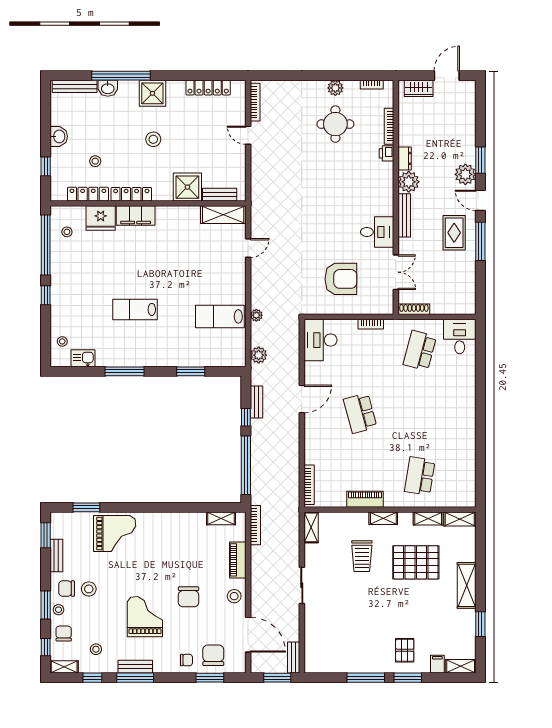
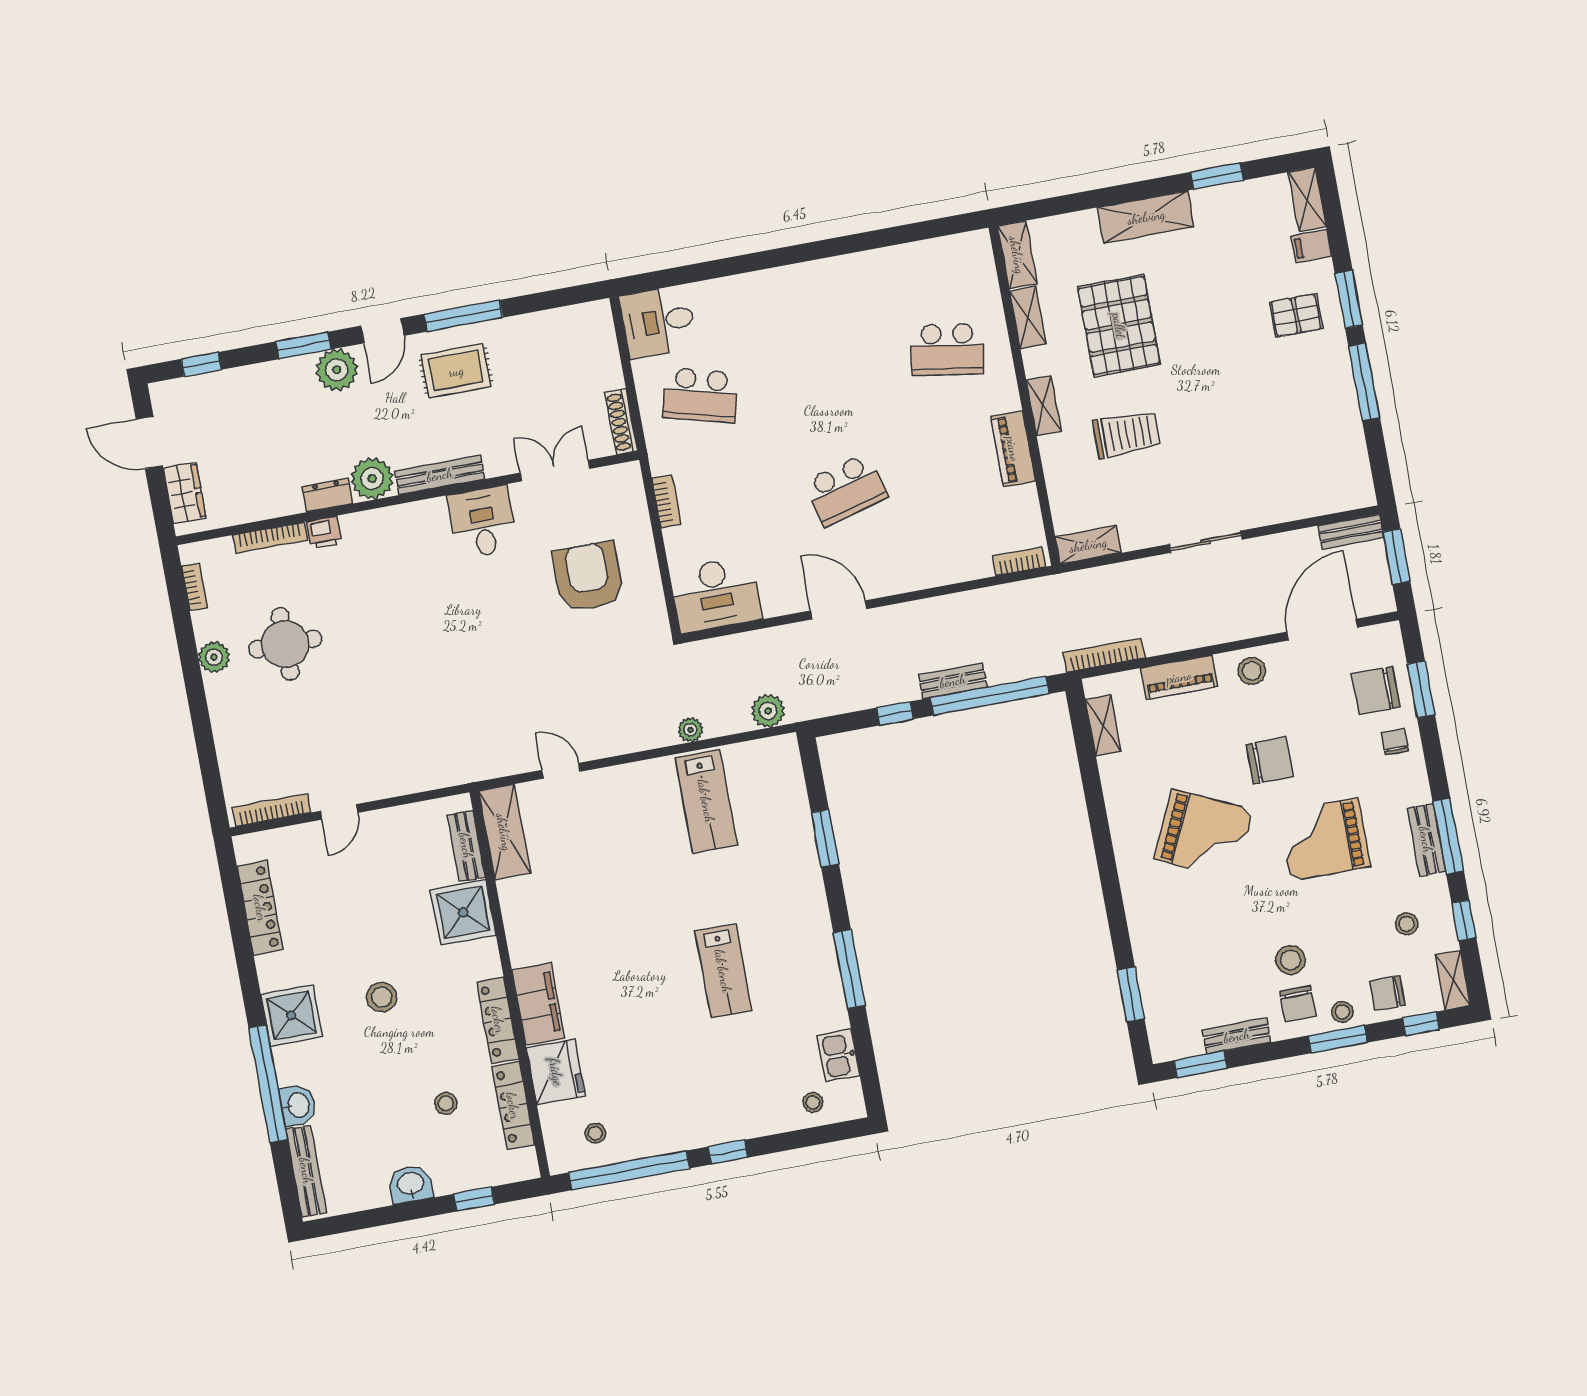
window: (480, 108) -> (201, 364), added
bench: (256, 402) -> (953, 681), moved
bookcase: (309, 485) -> (1019, 561), width x0.64
grand piano: (115, 534) -> (1204, 834), moved, turned 115

